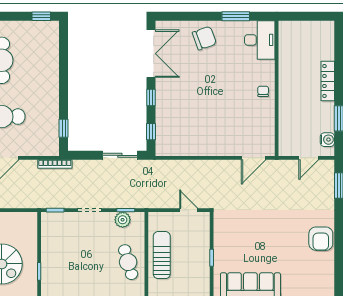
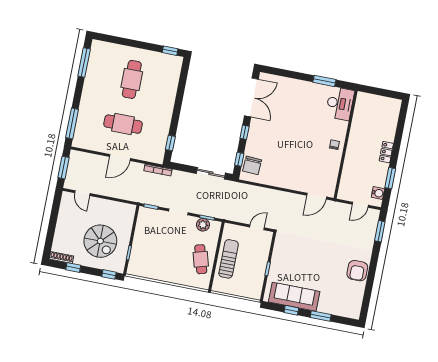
chair: (204, 38) -> (252, 165), moved, turned 113
locker: (328, 81) -> (386, 152), width x0.66
door: (189, 210) -> (257, 227), hinge flipped

